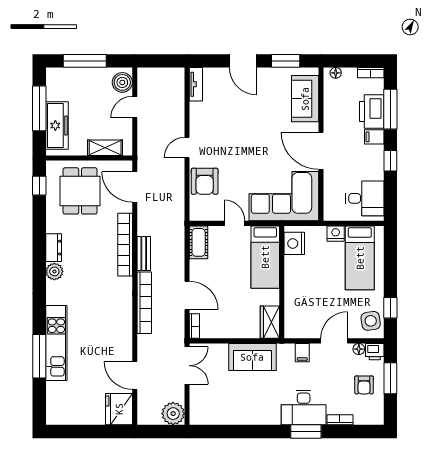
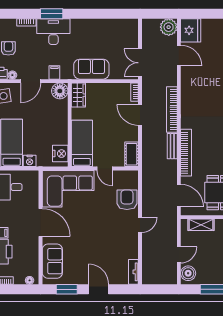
floor lamp: (295, 328) -> (60, 91), added
plant: (173, 414) -> (169, 27), moved

